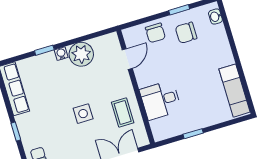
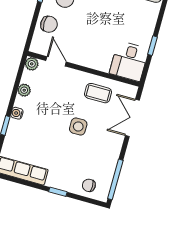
plant: (112, 39) -> (32, 64), added
plant: (81, 54) -> (24, 90), width x0.53, depth x0.53
desk: (160, 100) -> (129, 61), moved

